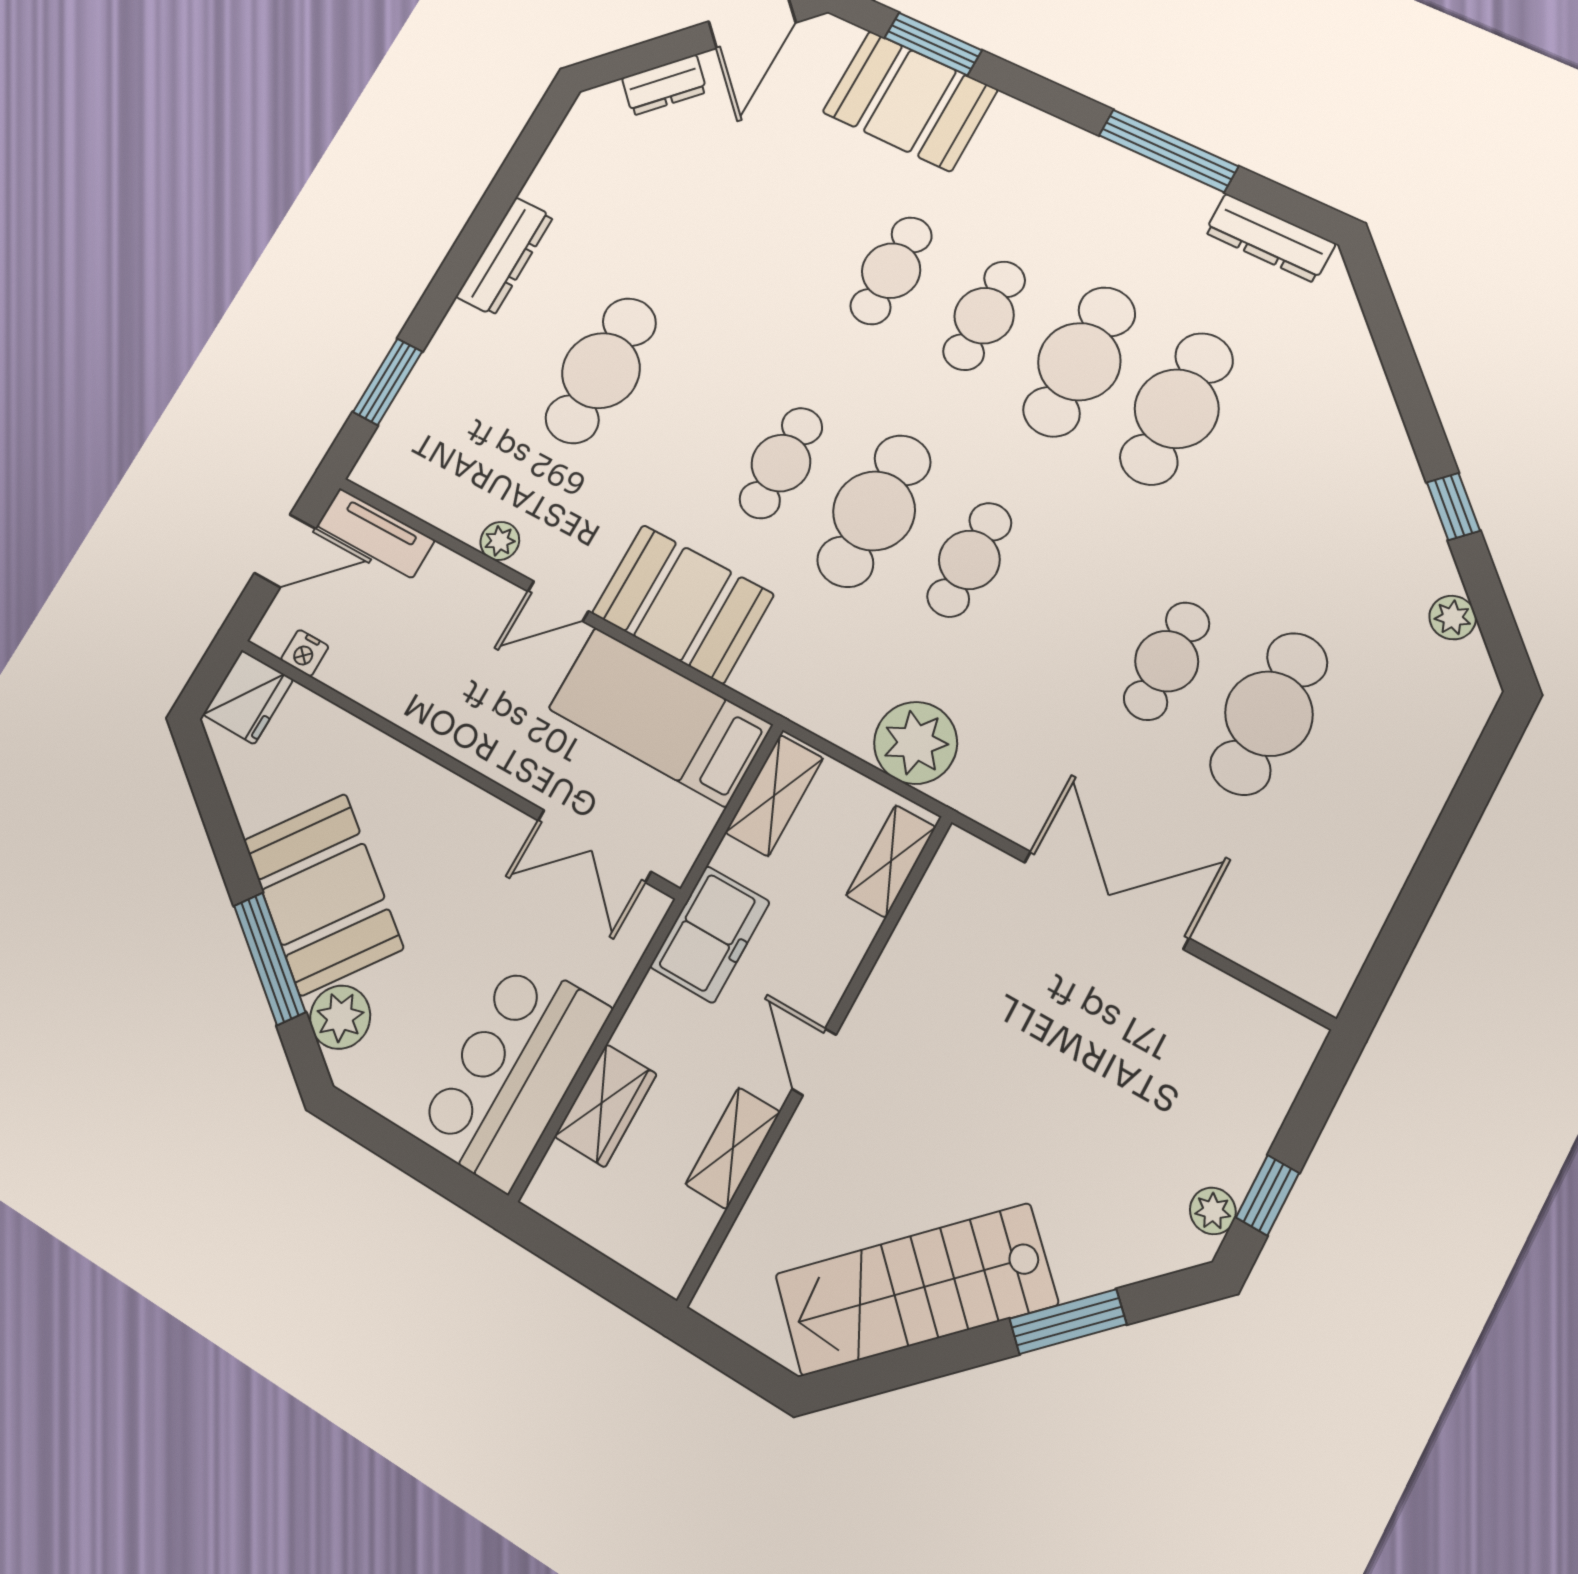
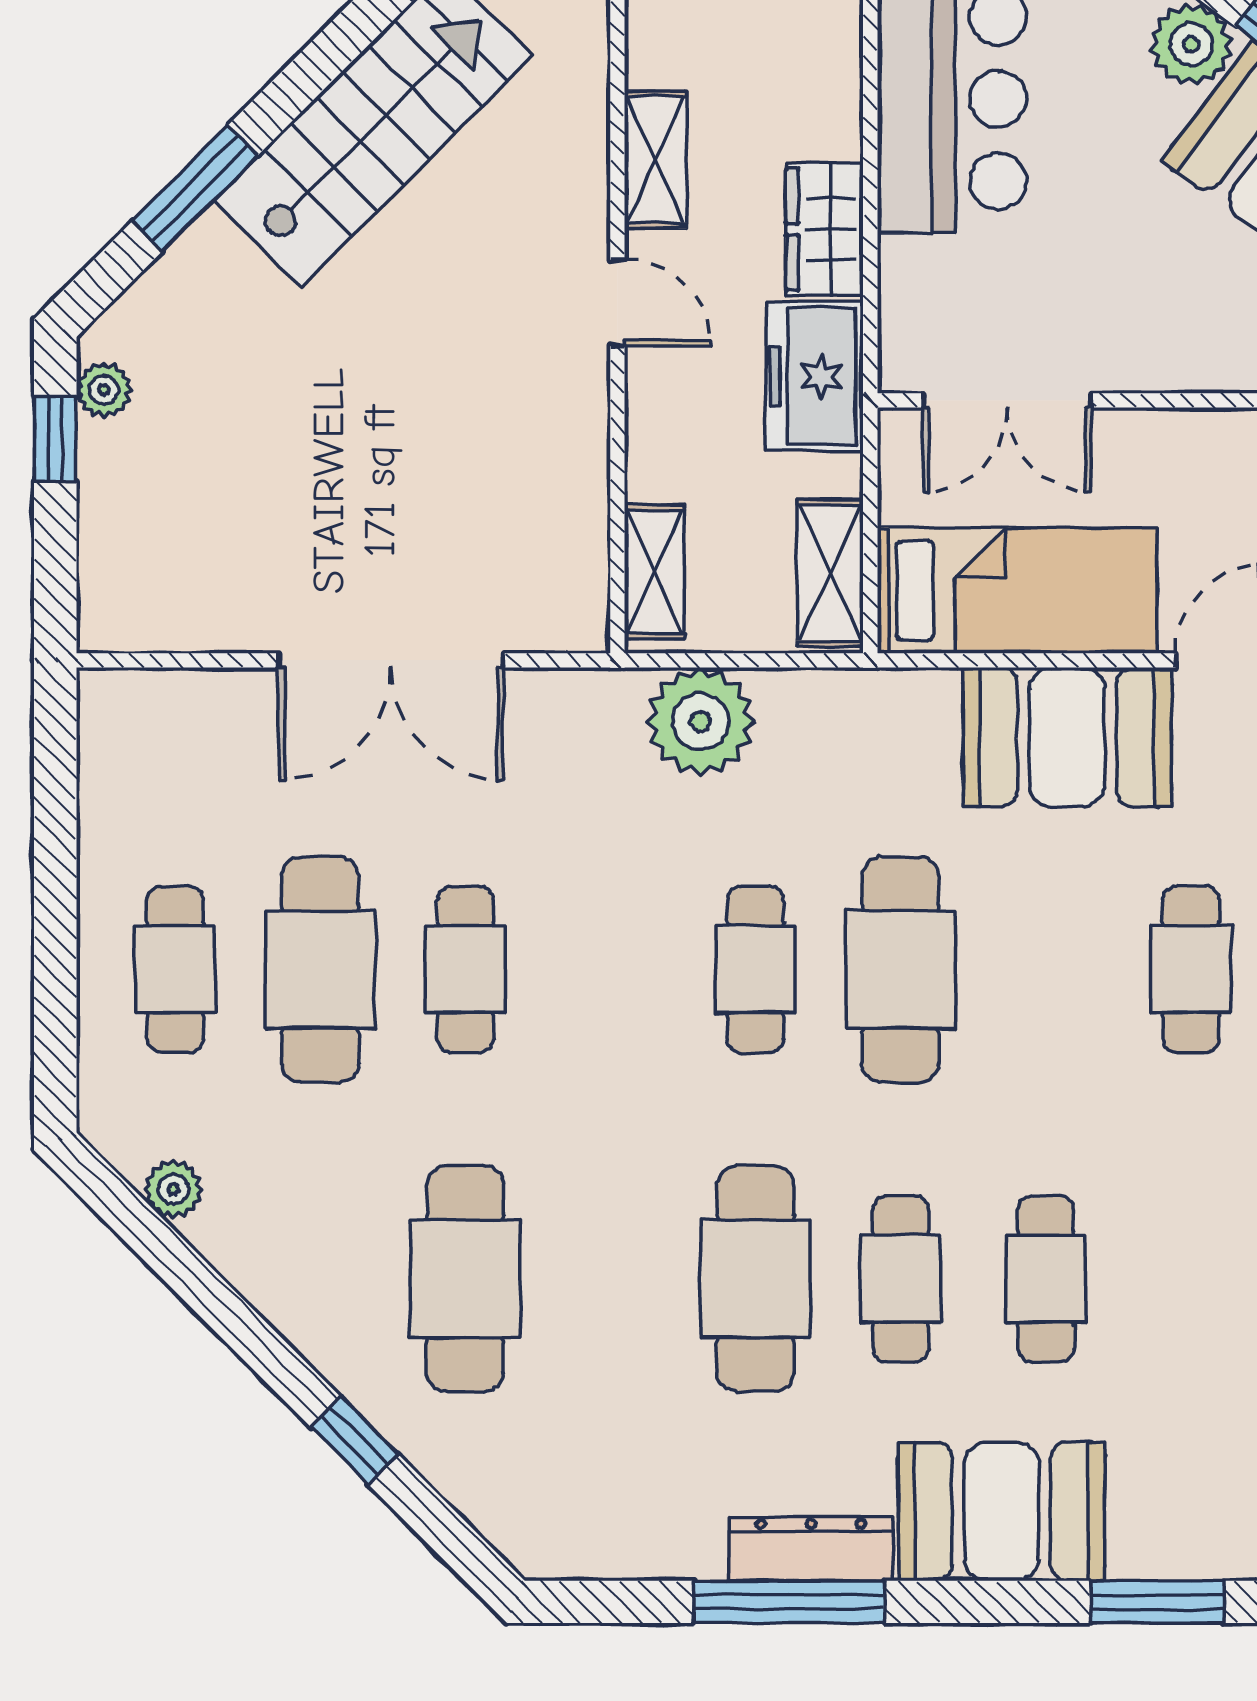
booth: (910, 101) -> (1002, 1511), moved
dresser: (1270, 238) -> (811, 1549), moved
cafe table: (1177, 409) -> (465, 1279), moved
cafe table: (781, 463) -> (1191, 969), moved
window: (1453, 507) -> (354, 1441), moved
cafe table: (1374, 767) -> (175, 969), added
double door: (594, 846) -> (1007, 400), swing flipped
wardrobe: (606, 1105) -> (825, 229), moved

